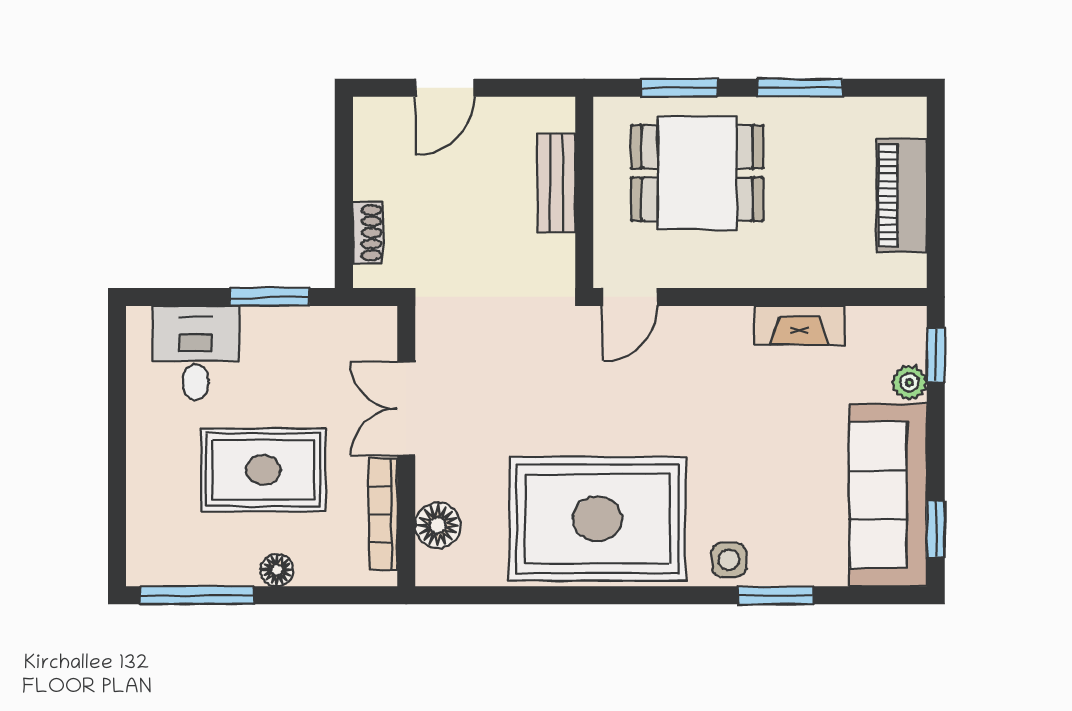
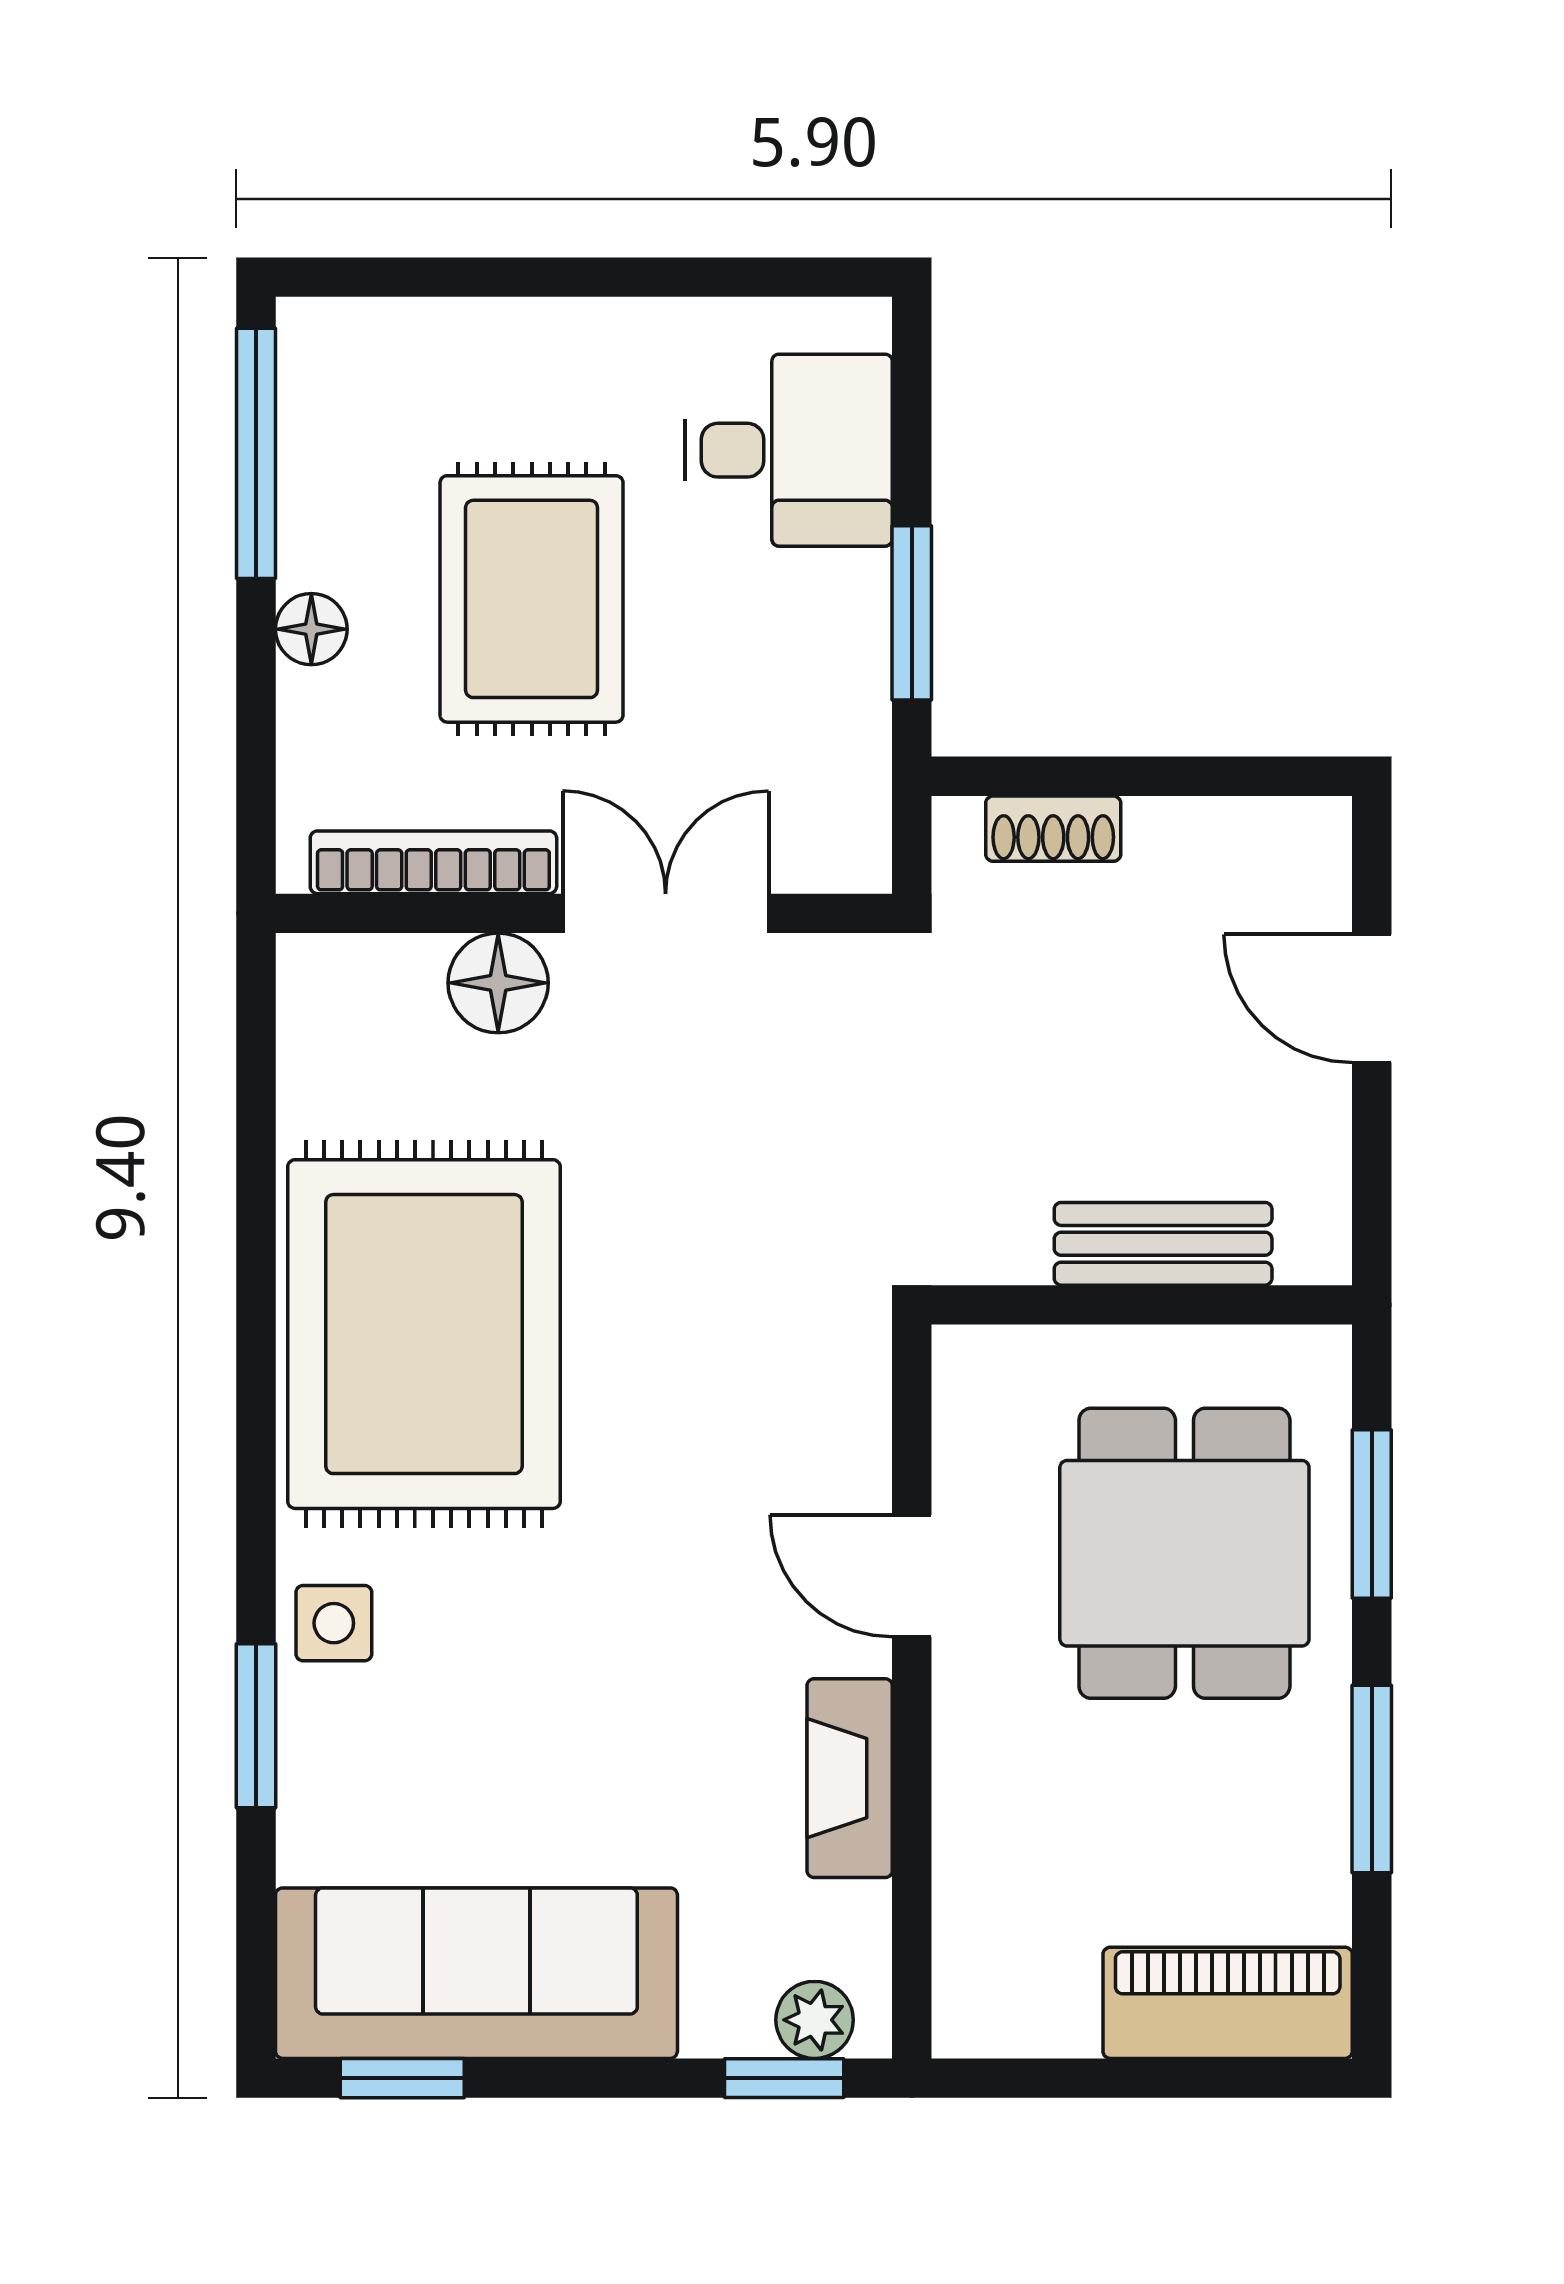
piano: (902, 196) -> (1228, 2003), moved
door: (630, 297) -> (912, 1576), moved
plant: (909, 382) -> (815, 2020), moved
floor lamp: (438, 525) -> (498, 983), moved

